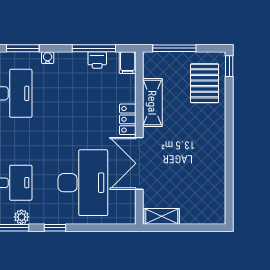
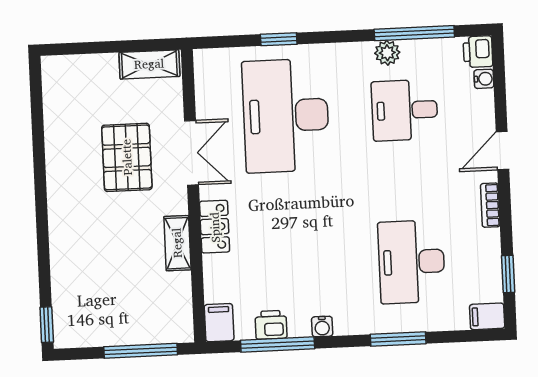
water cooler: (48, 58) -> (322, 327), moved
pallet: (205, 83) -> (127, 157), moved
shelving: (152, 103) -> (177, 243), width x0.67, depth x0.75
double door: (139, 163) -> (191, 153), width x0.73
window: (55, 228) -> (279, 39), moved

